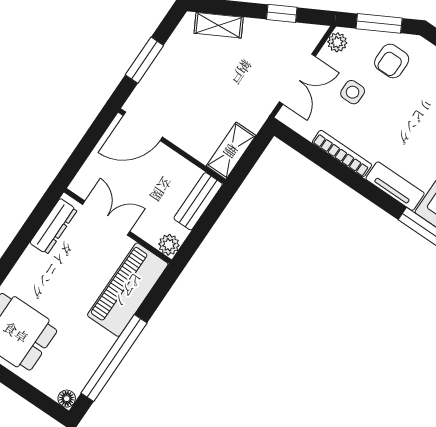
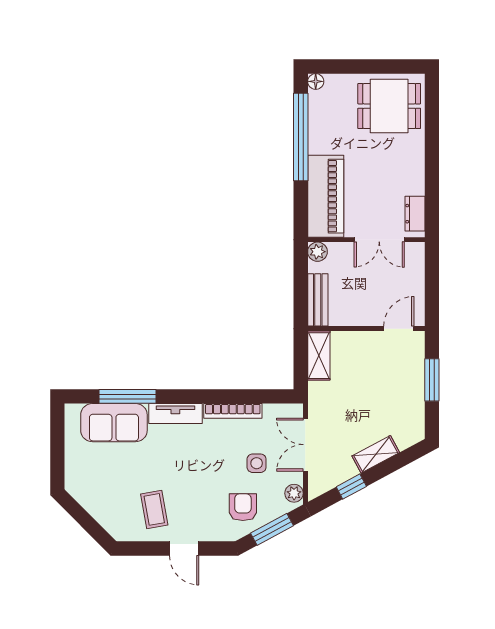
shelving: (219, 25) -> (376, 454), moved
door: (143, 126) -> (399, 329), width x0.73
dresser: (54, 226) -> (415, 214), width x0.70

